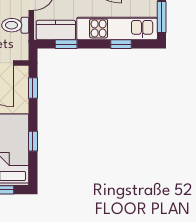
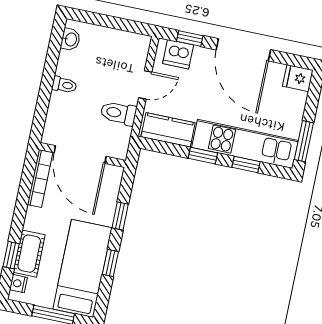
window: (66, 44) -> (203, 156), moved
window: (33, 88) -> (120, 216), moved

